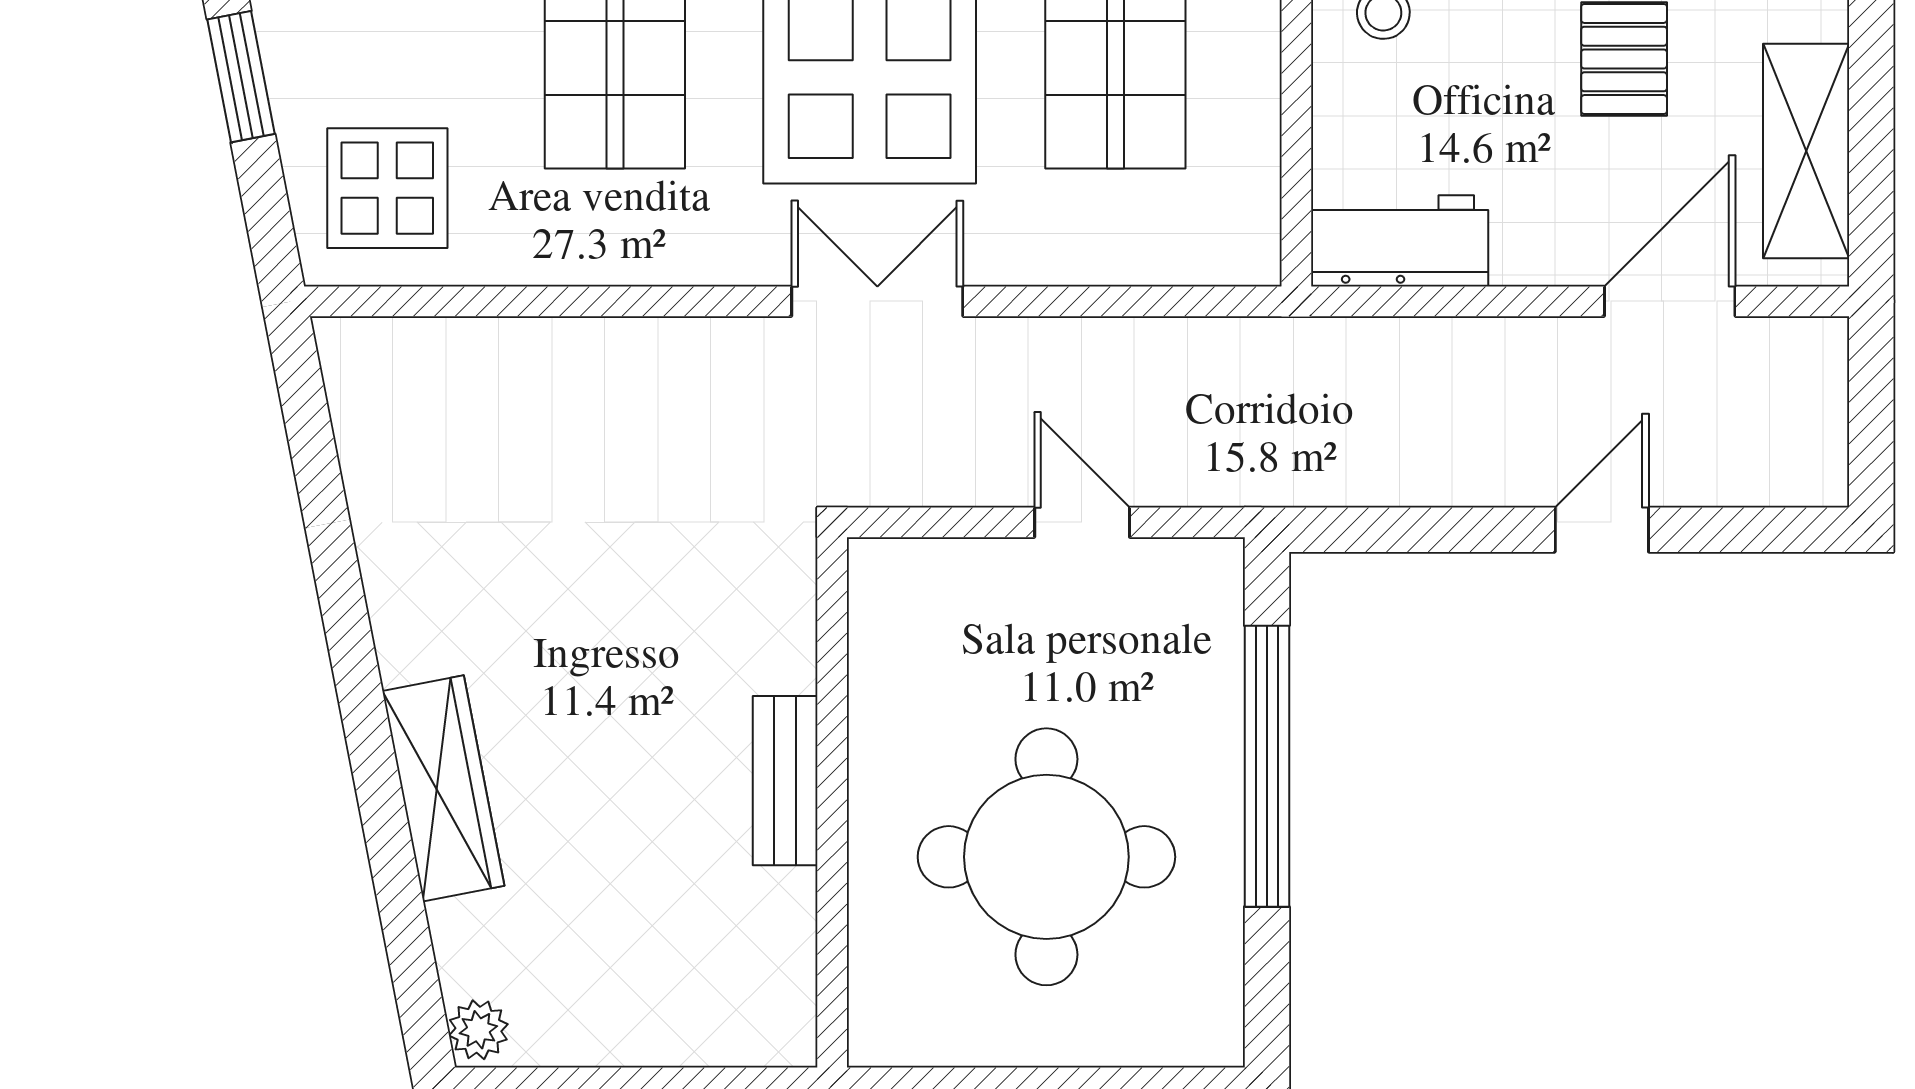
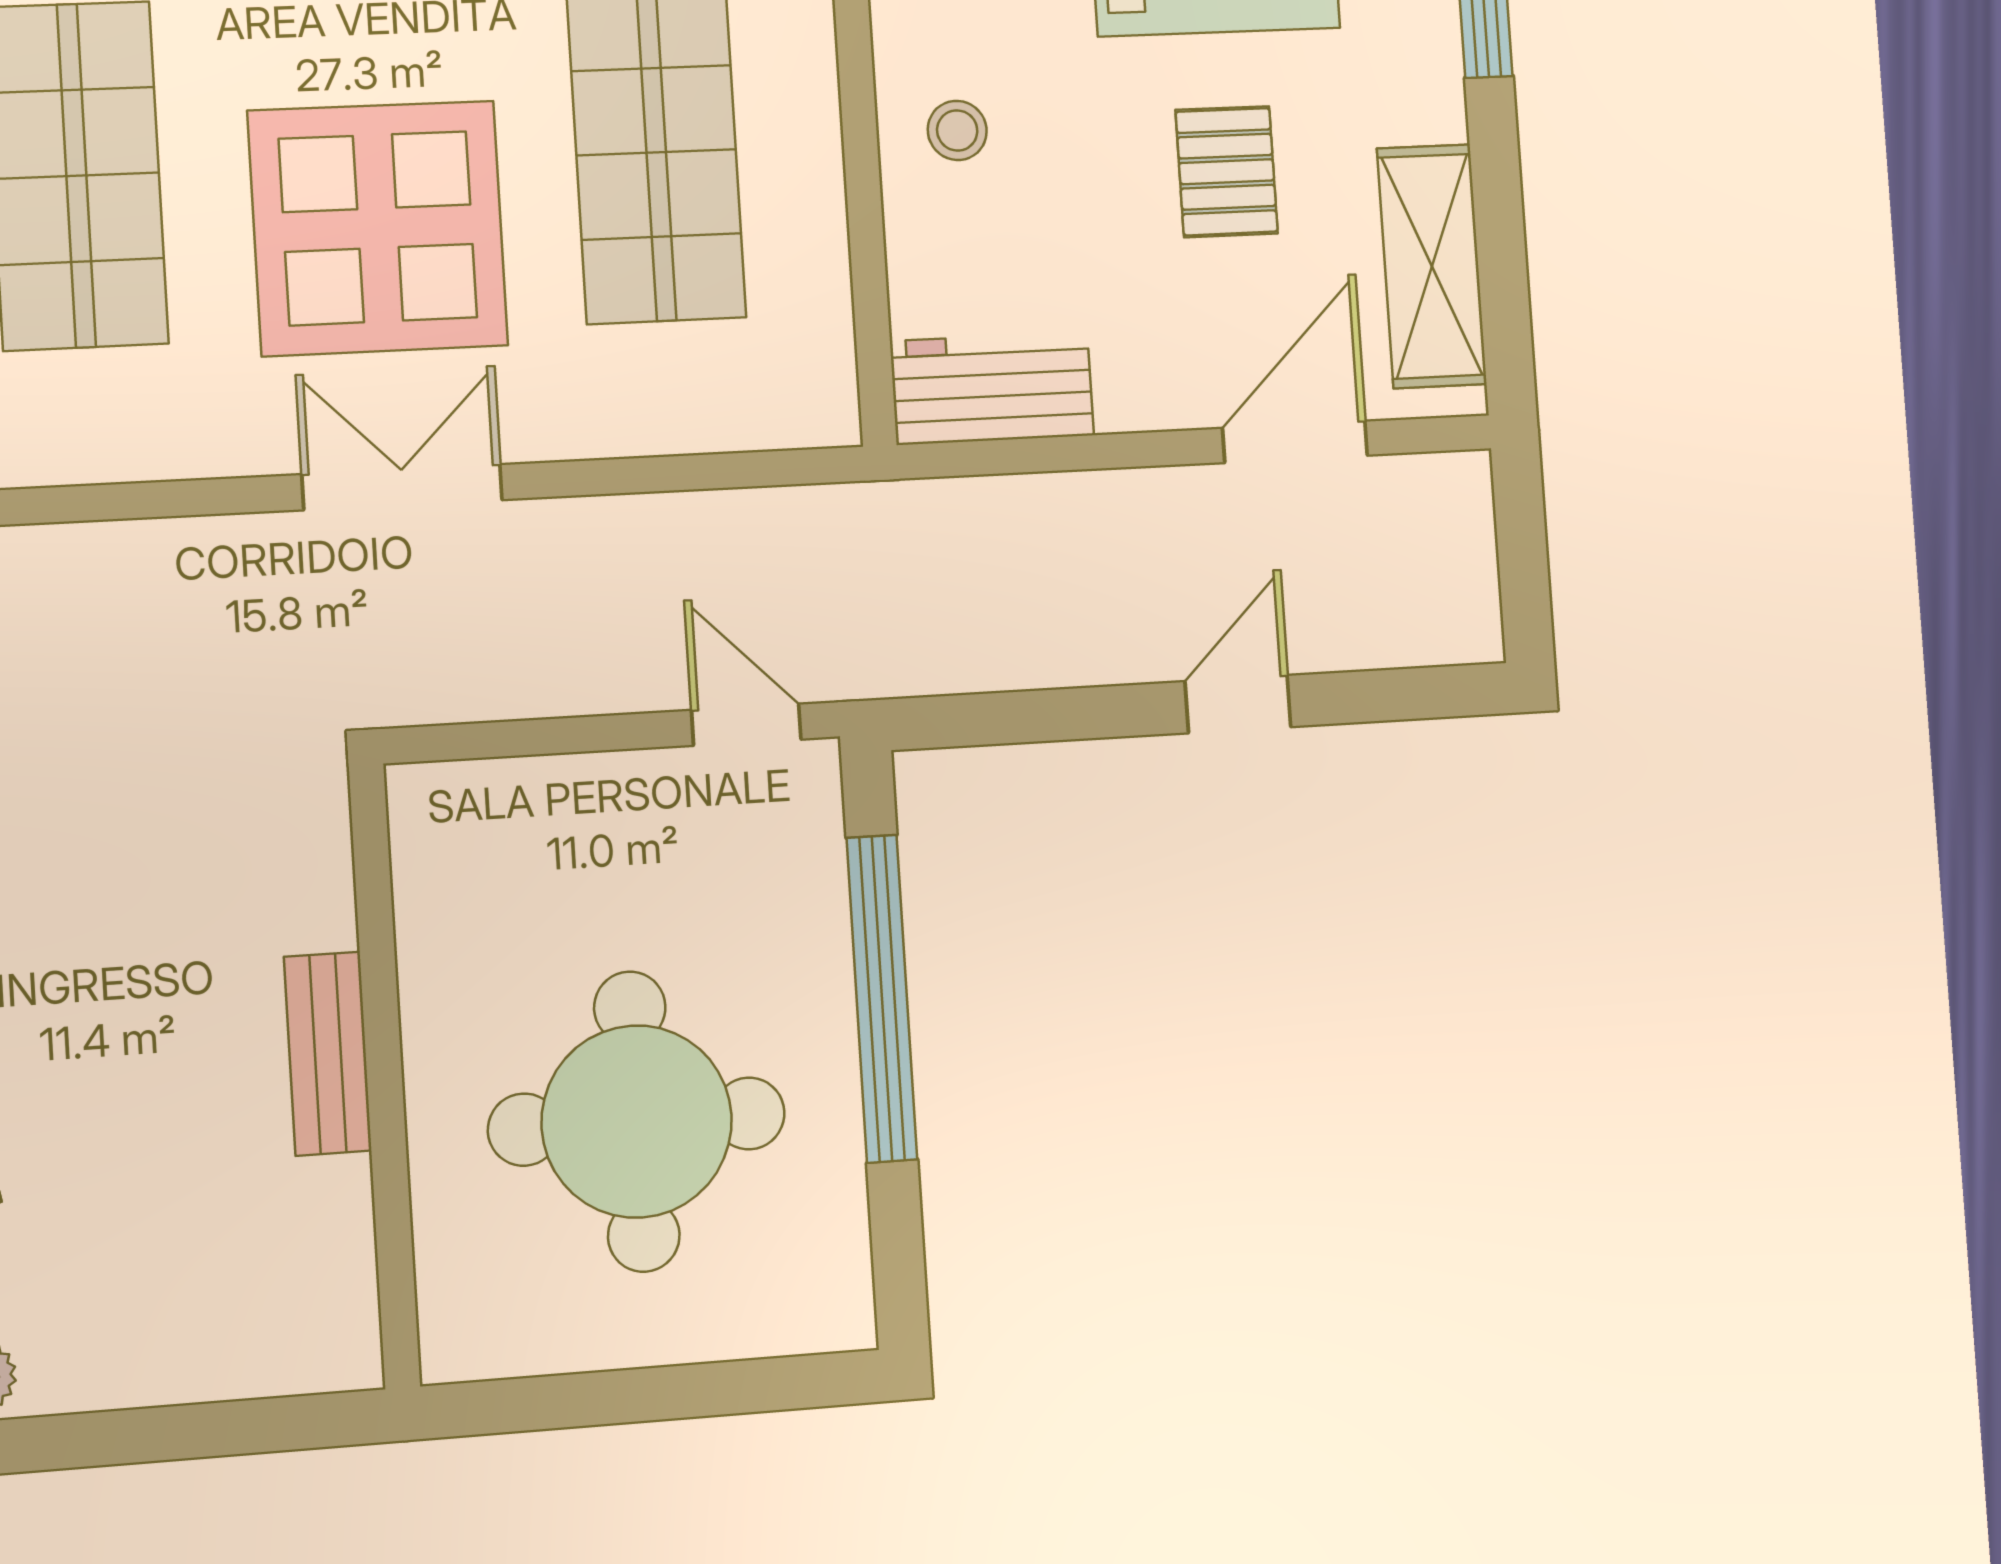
door: (1082, 522) -> (746, 725), moved

